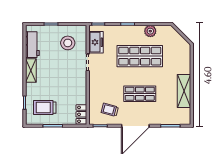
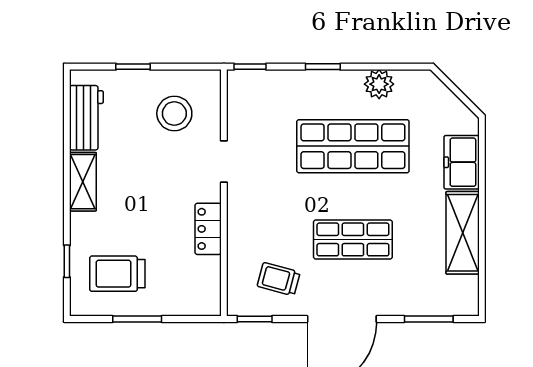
freezer: (96, 42) -> (462, 162), moved, turned 180
locker: (81, 114) -> (208, 229), moved

